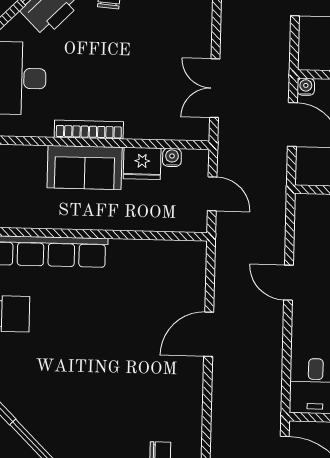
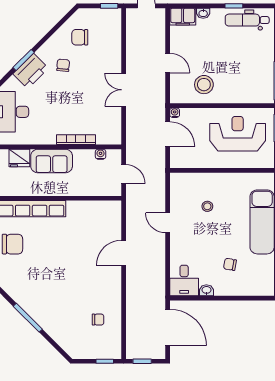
double door: (215, 88) -> (124, 90), moved
bookcase: (89, 130) -> (76, 140), moved
fridge: (142, 163) -> (19, 158), moved

